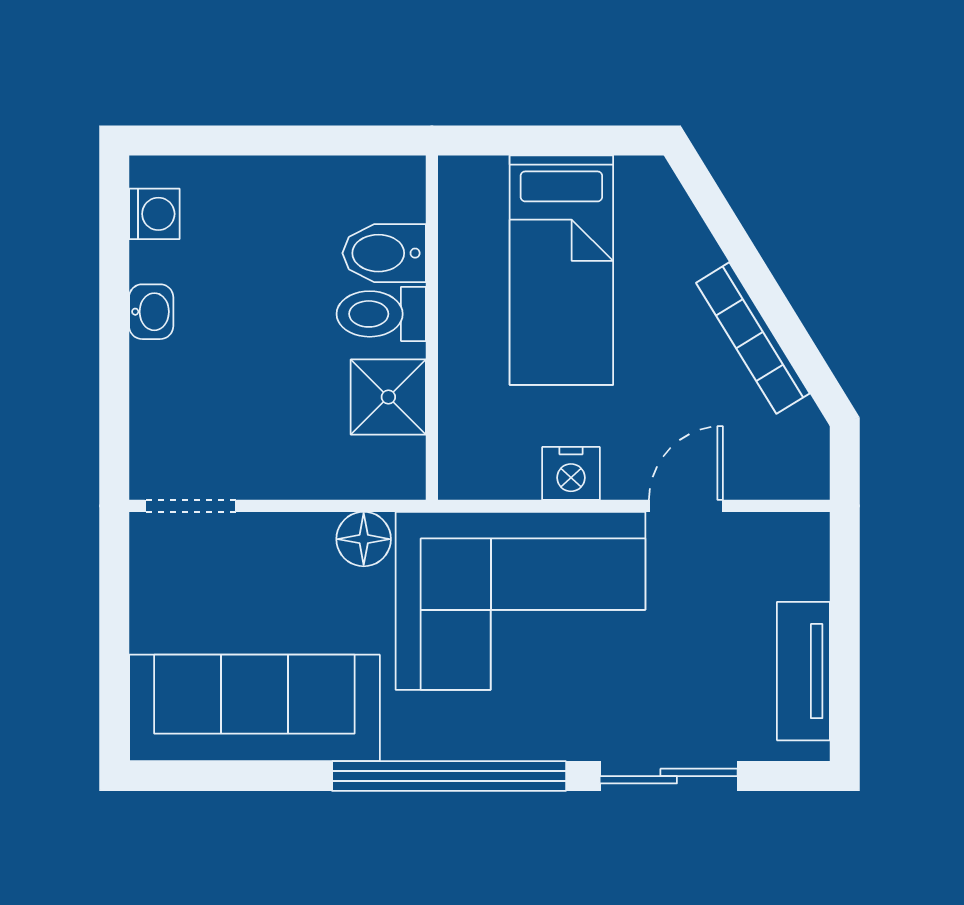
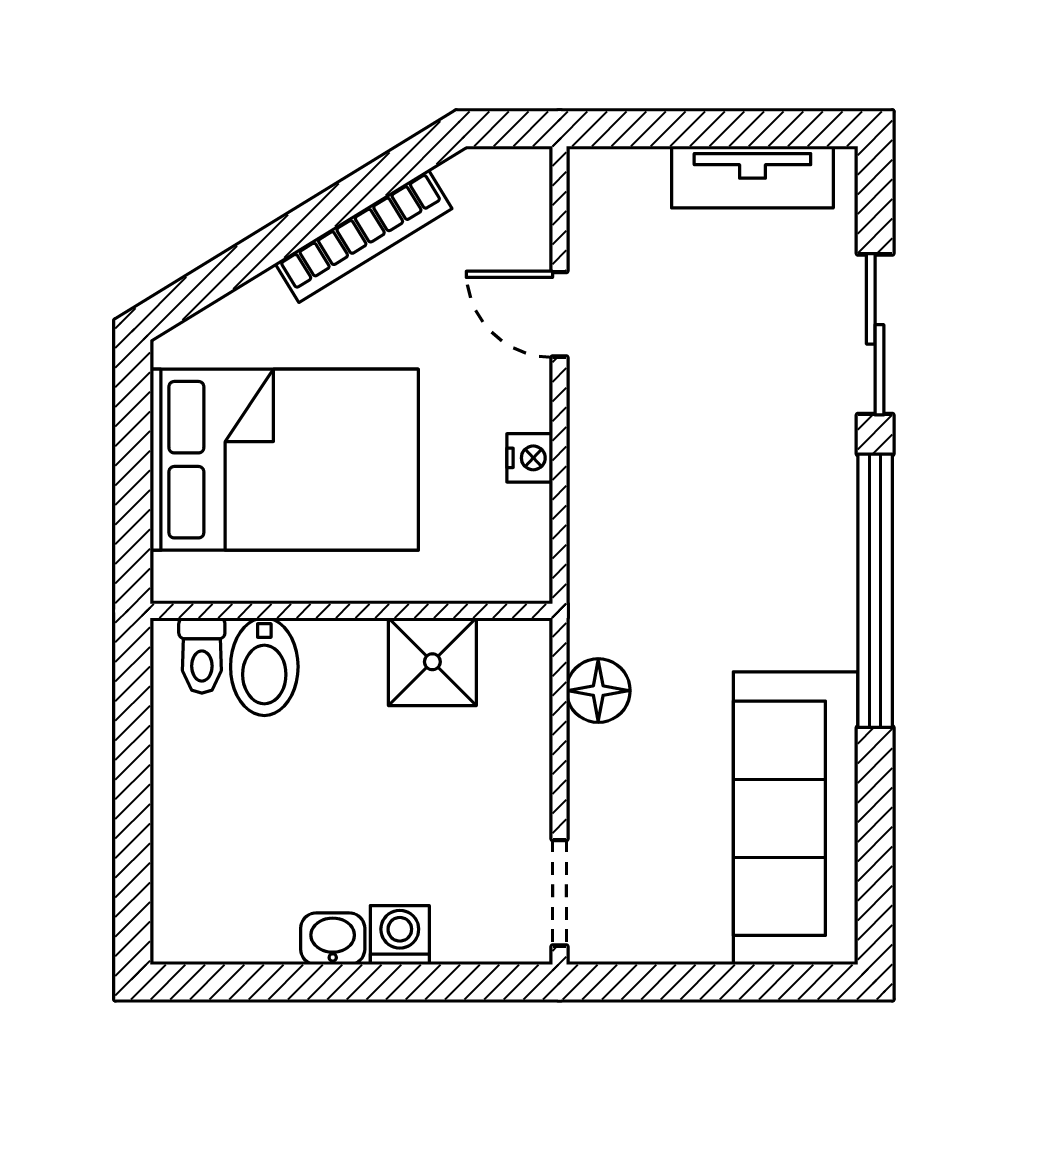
washing machine: (154, 214) -> (400, 935), moved
bed: (561, 270) -> (284, 460), width x1.50
toilet: (381, 314) -> (202, 656), moved, width x0.73, depth x0.72
nightstand: (571, 473) -> (530, 458), width x0.72, depth x0.74
corner sofa: (521, 601) -> (670, 507), removed

